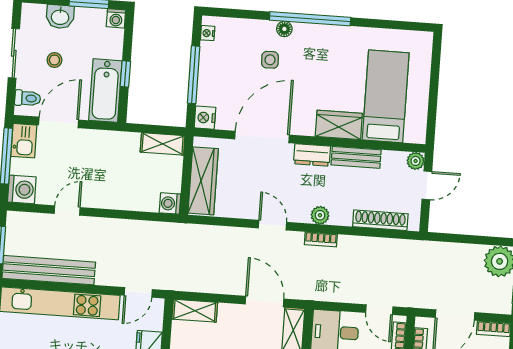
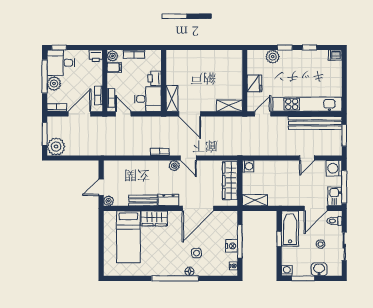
nightstand: (205, 118) -> (232, 246), moved
plant: (320, 215) -> (174, 166), moved
shoe rack: (380, 220) -> (126, 165), removed

